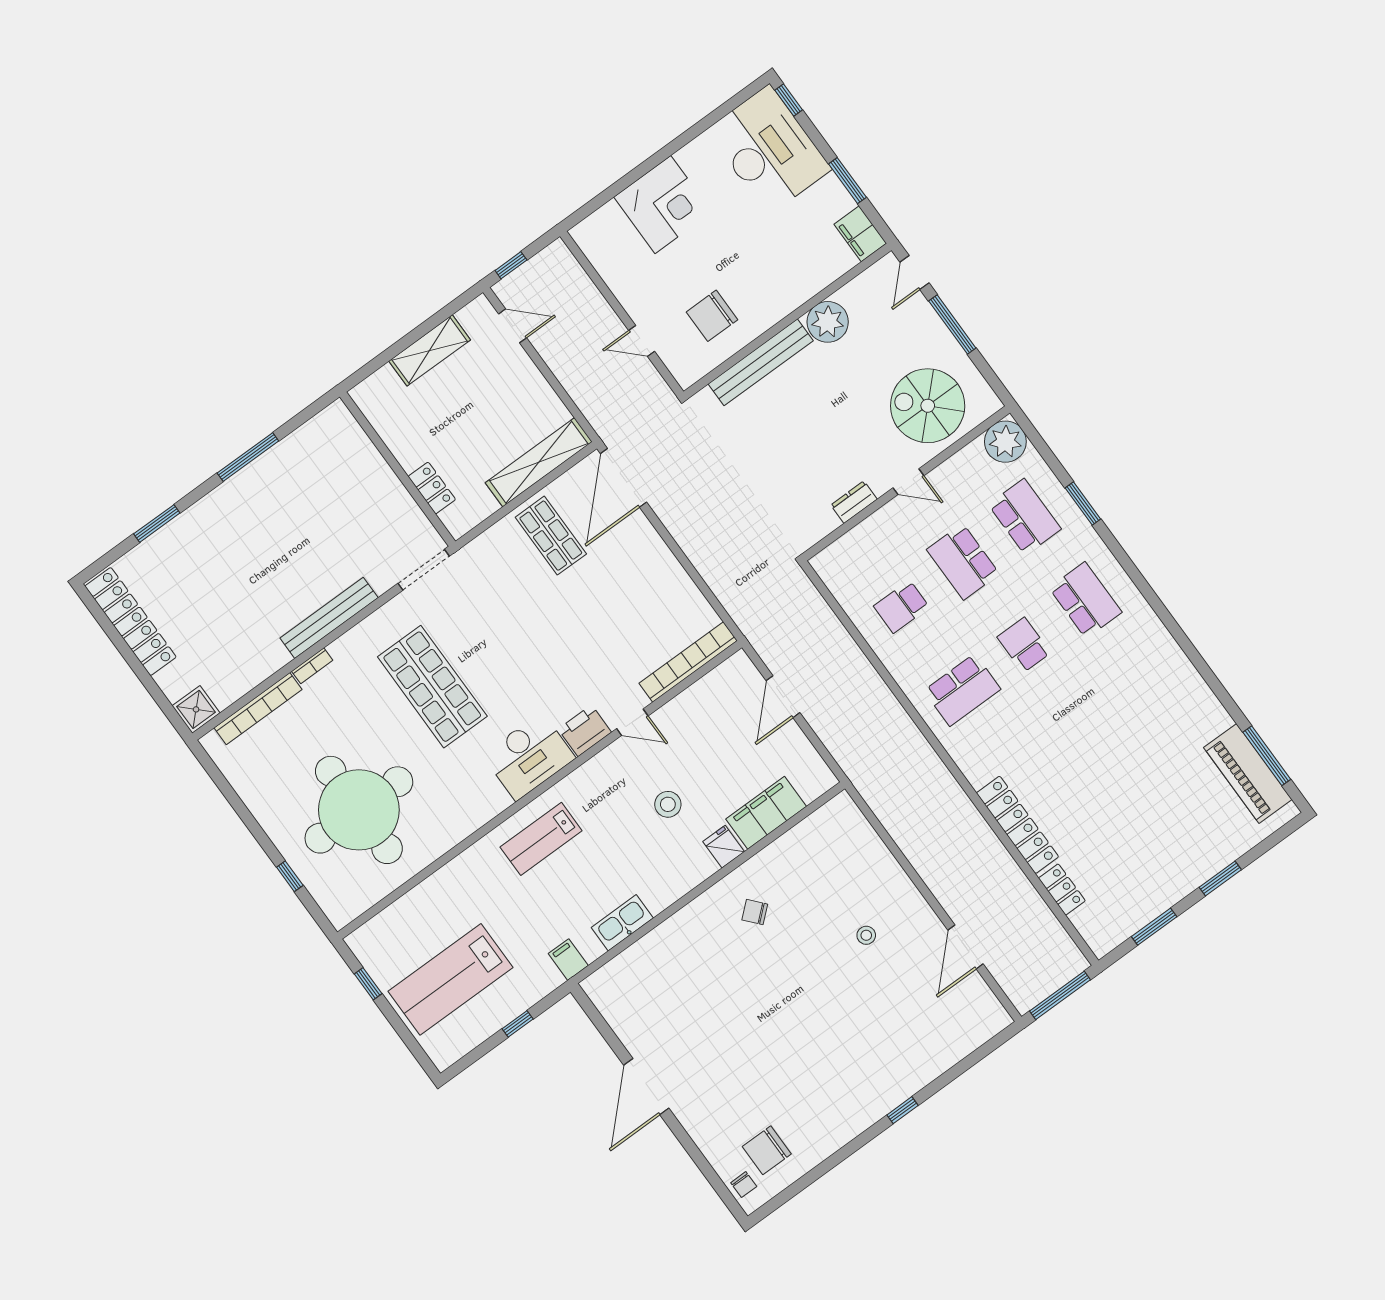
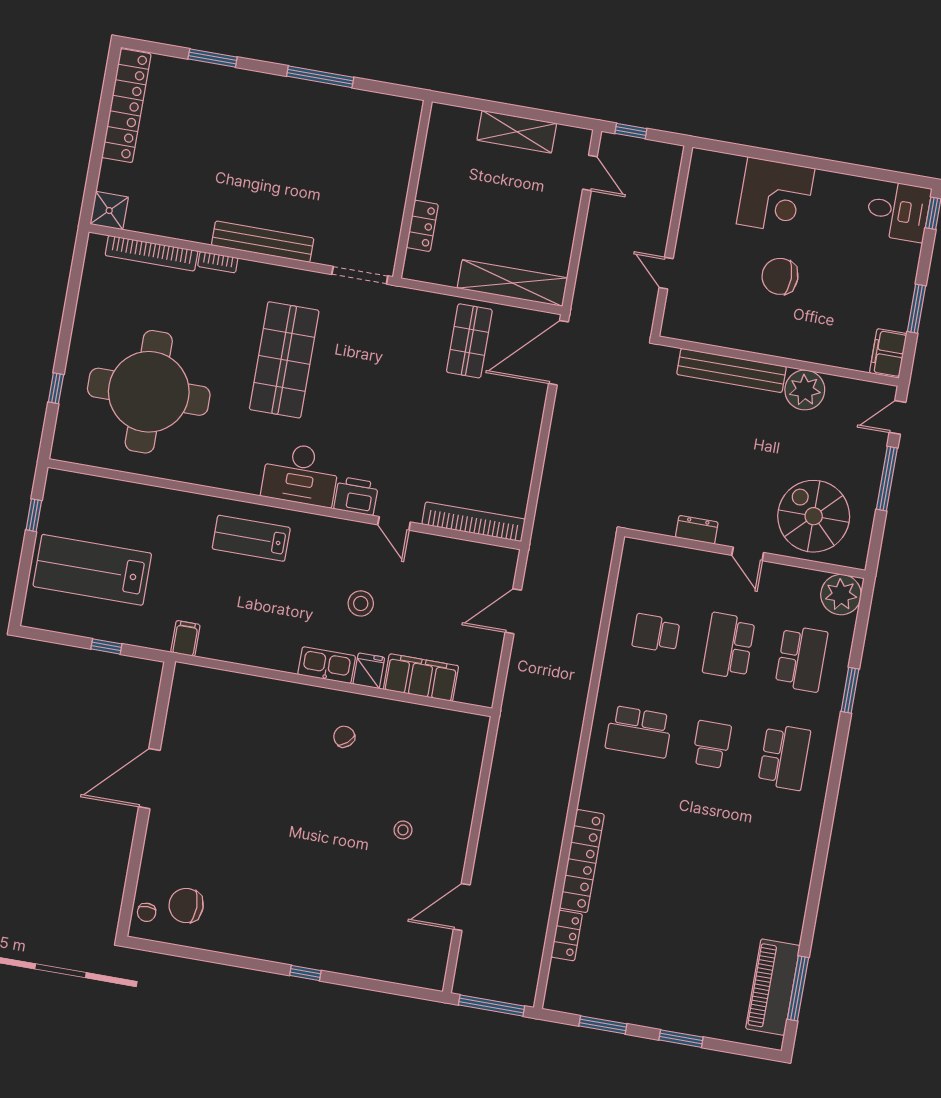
desk: (769, 150) -> (898, 211), width x0.53, depth x0.77
chair: (712, 316) -> (780, 276), moved
kitchen sink: (622, 923) -> (327, 665), moved

